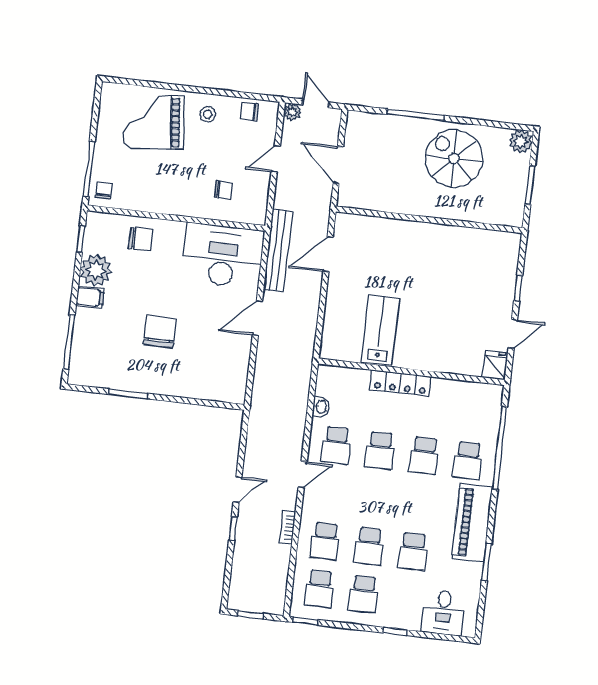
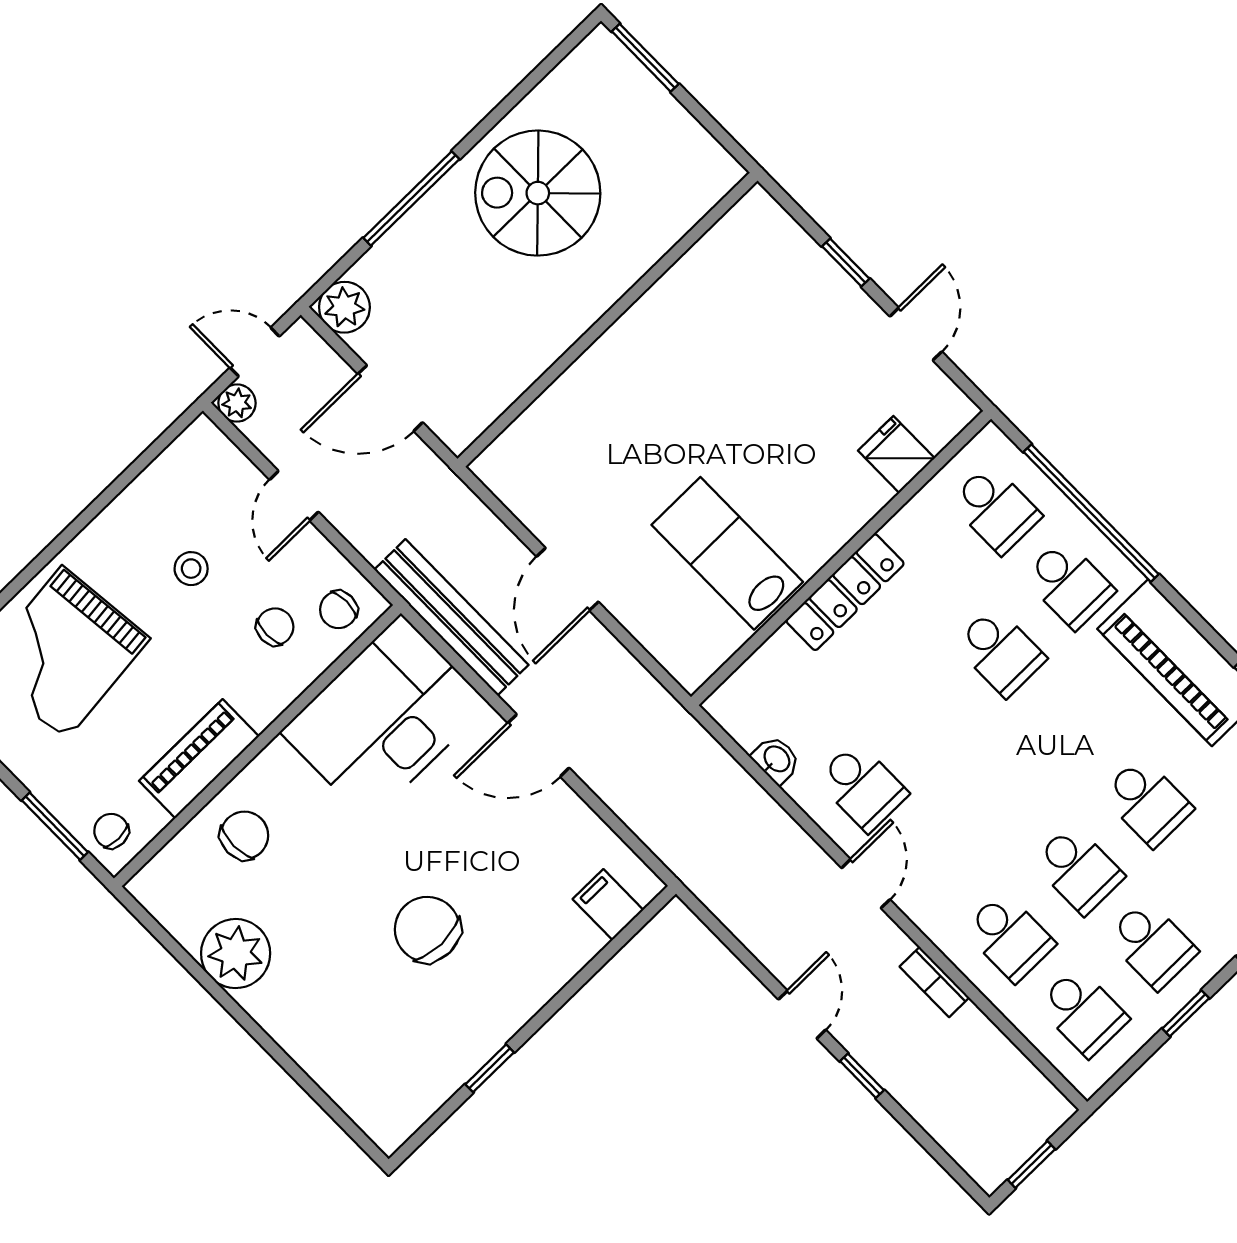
chair: (249, 111) -> (338, 610), moved
stool: (208, 114) -> (191, 569), moved
plant: (521, 141) -> (344, 307), moved
window: (89, 169) -> (55, 826), width x0.69
window: (530, 185) -> (645, 58), moved
piano: (155, 201) -> (199, 759), added
window: (81, 239) -> (162, 936), removed
door: (328, 254) -> (567, 579), moved
filing cabinet: (90, 297) -> (608, 905), moved, turned -90
door: (257, 318) -> (539, 745), hinge flipped
window: (69, 342) -> (321, 1098), removed
fridge: (495, 365) -> (896, 454), moved
window: (128, 394) -> (490, 1068), width x0.67
school desk: (380, 450) -> (996, 509), moved
window: (305, 621) -> (1186, 1013), moved

